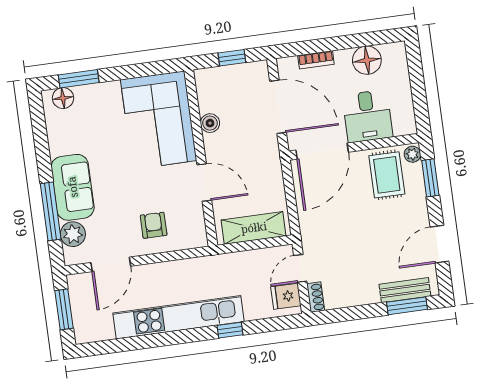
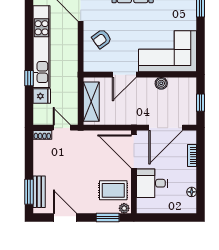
floor lamp: (367, 60) -> (192, 192), width x0.53, depth x0.53
armchair: (154, 225) -> (102, 39), turned 144
fridge: (286, 296) -> (42, 96), moved, turned 90

